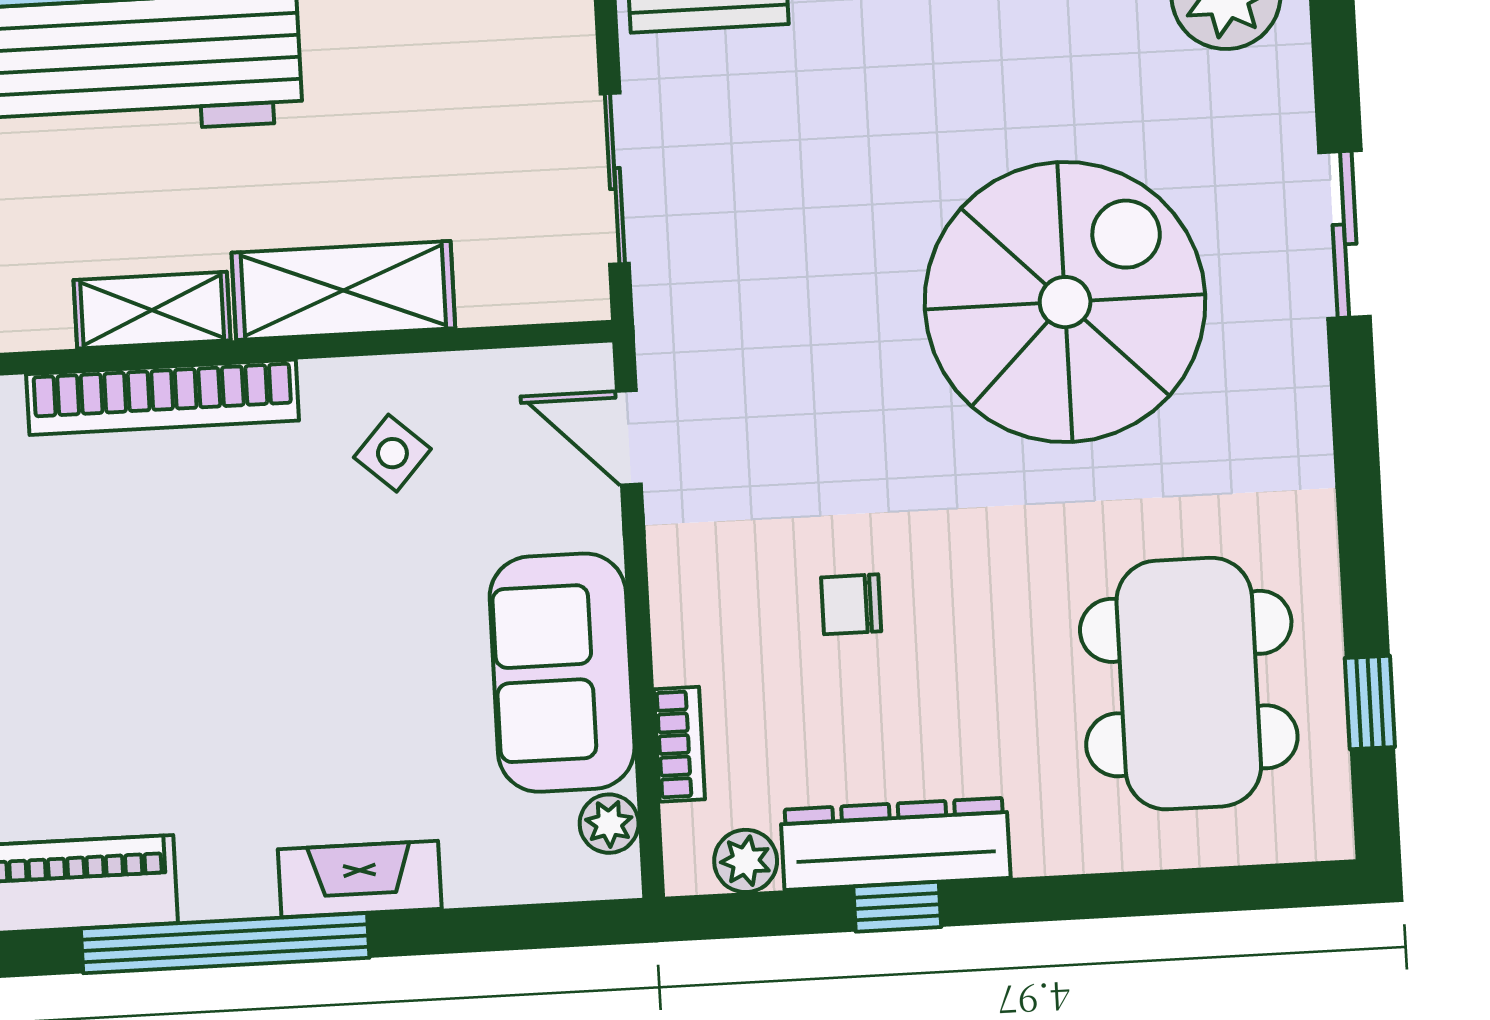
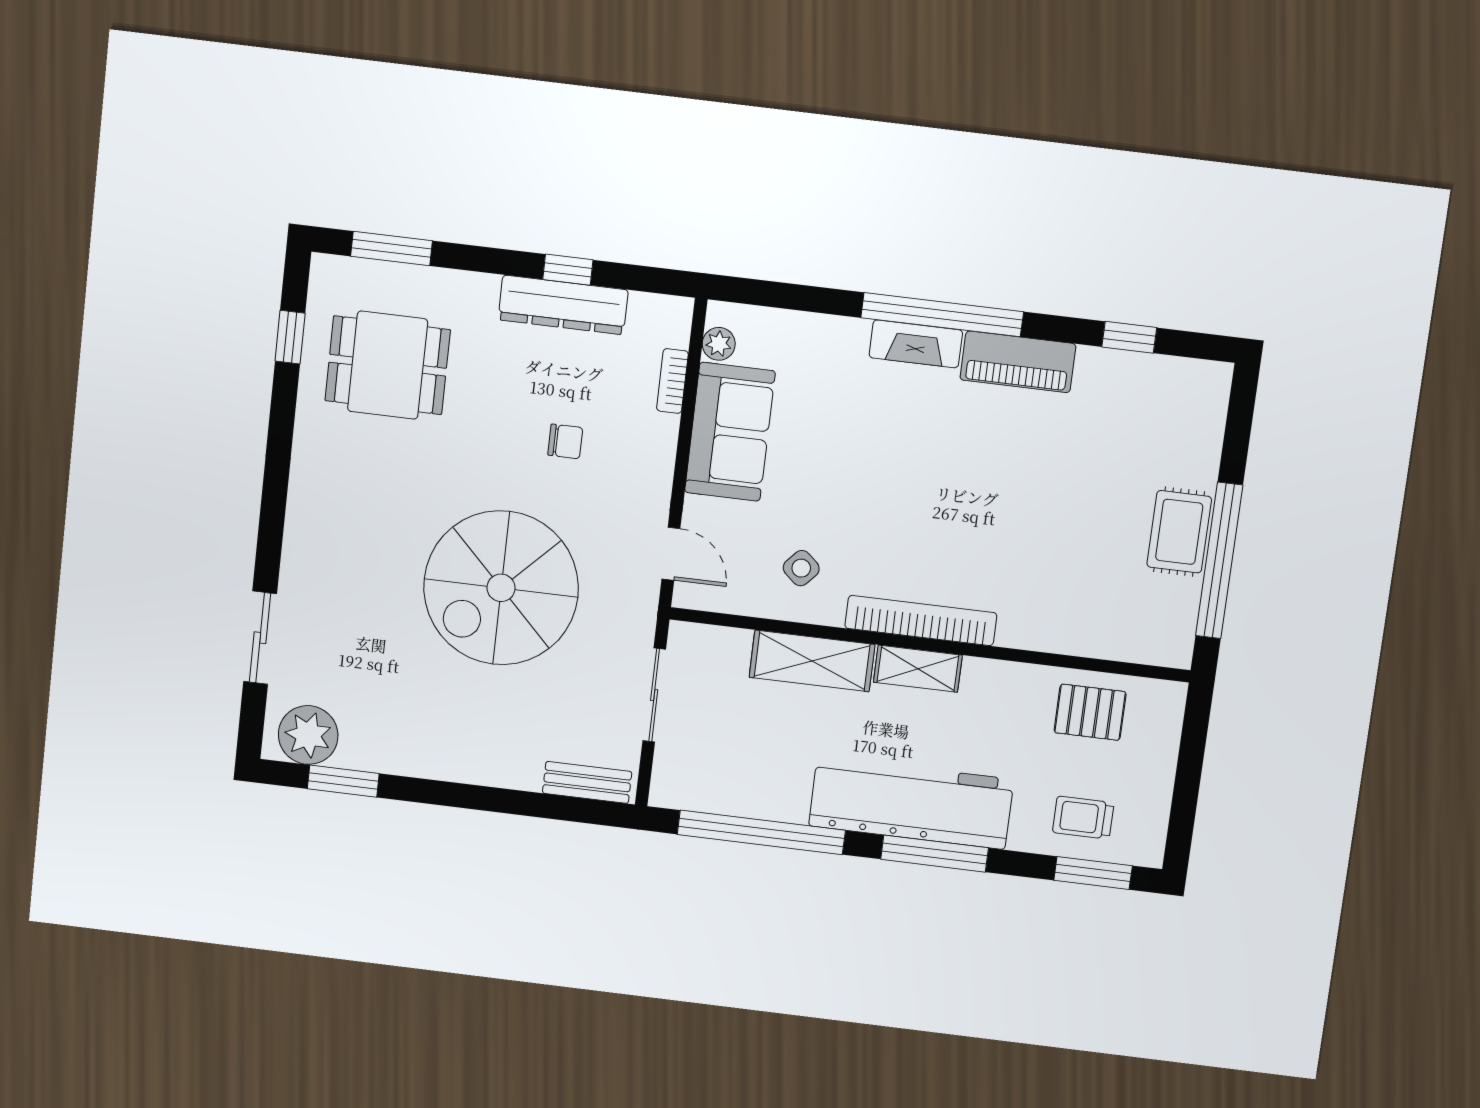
sliding door: (1345, 234) -> (260, 638), moved
spiral stairs: (1065, 302) -> (501, 588), moved
dining table: (1189, 684) -> (388, 365), width x0.73
plant: (746, 861) -> (647, 310), removed
fireplace: (360, 879) -> (916, 344), moved
window: (1215, 890) -> (392, 248), added

